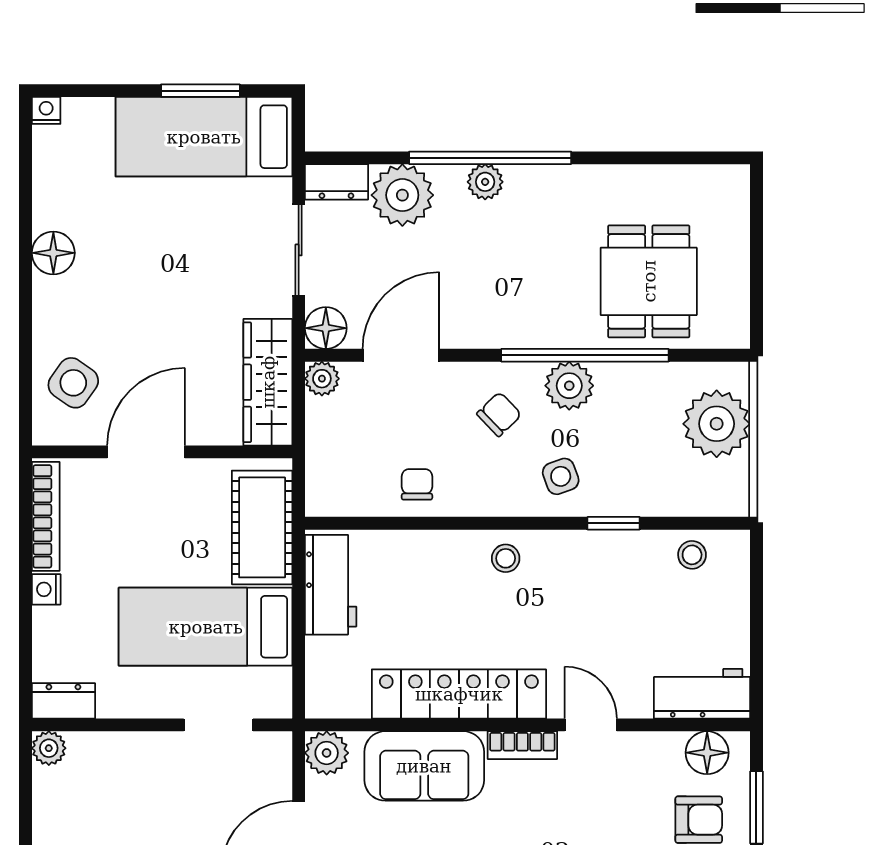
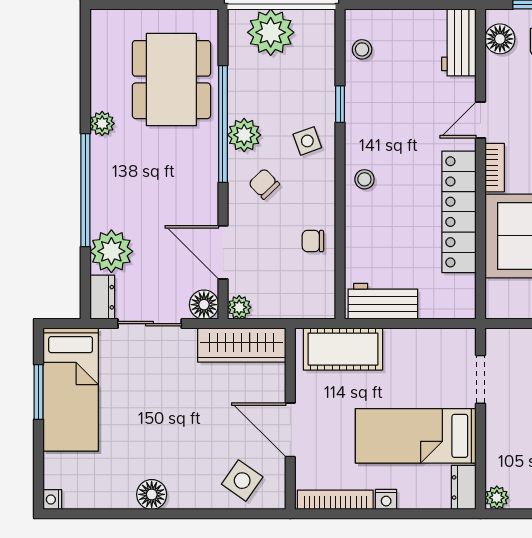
plant: (485, 182) -> (102, 124), moved
dining table: (649, 281) -> (171, 80), width x1.38
bed: (206, 627) -> (416, 436), moved, turned 90
plant: (327, 753) -> (500, 304), removed

